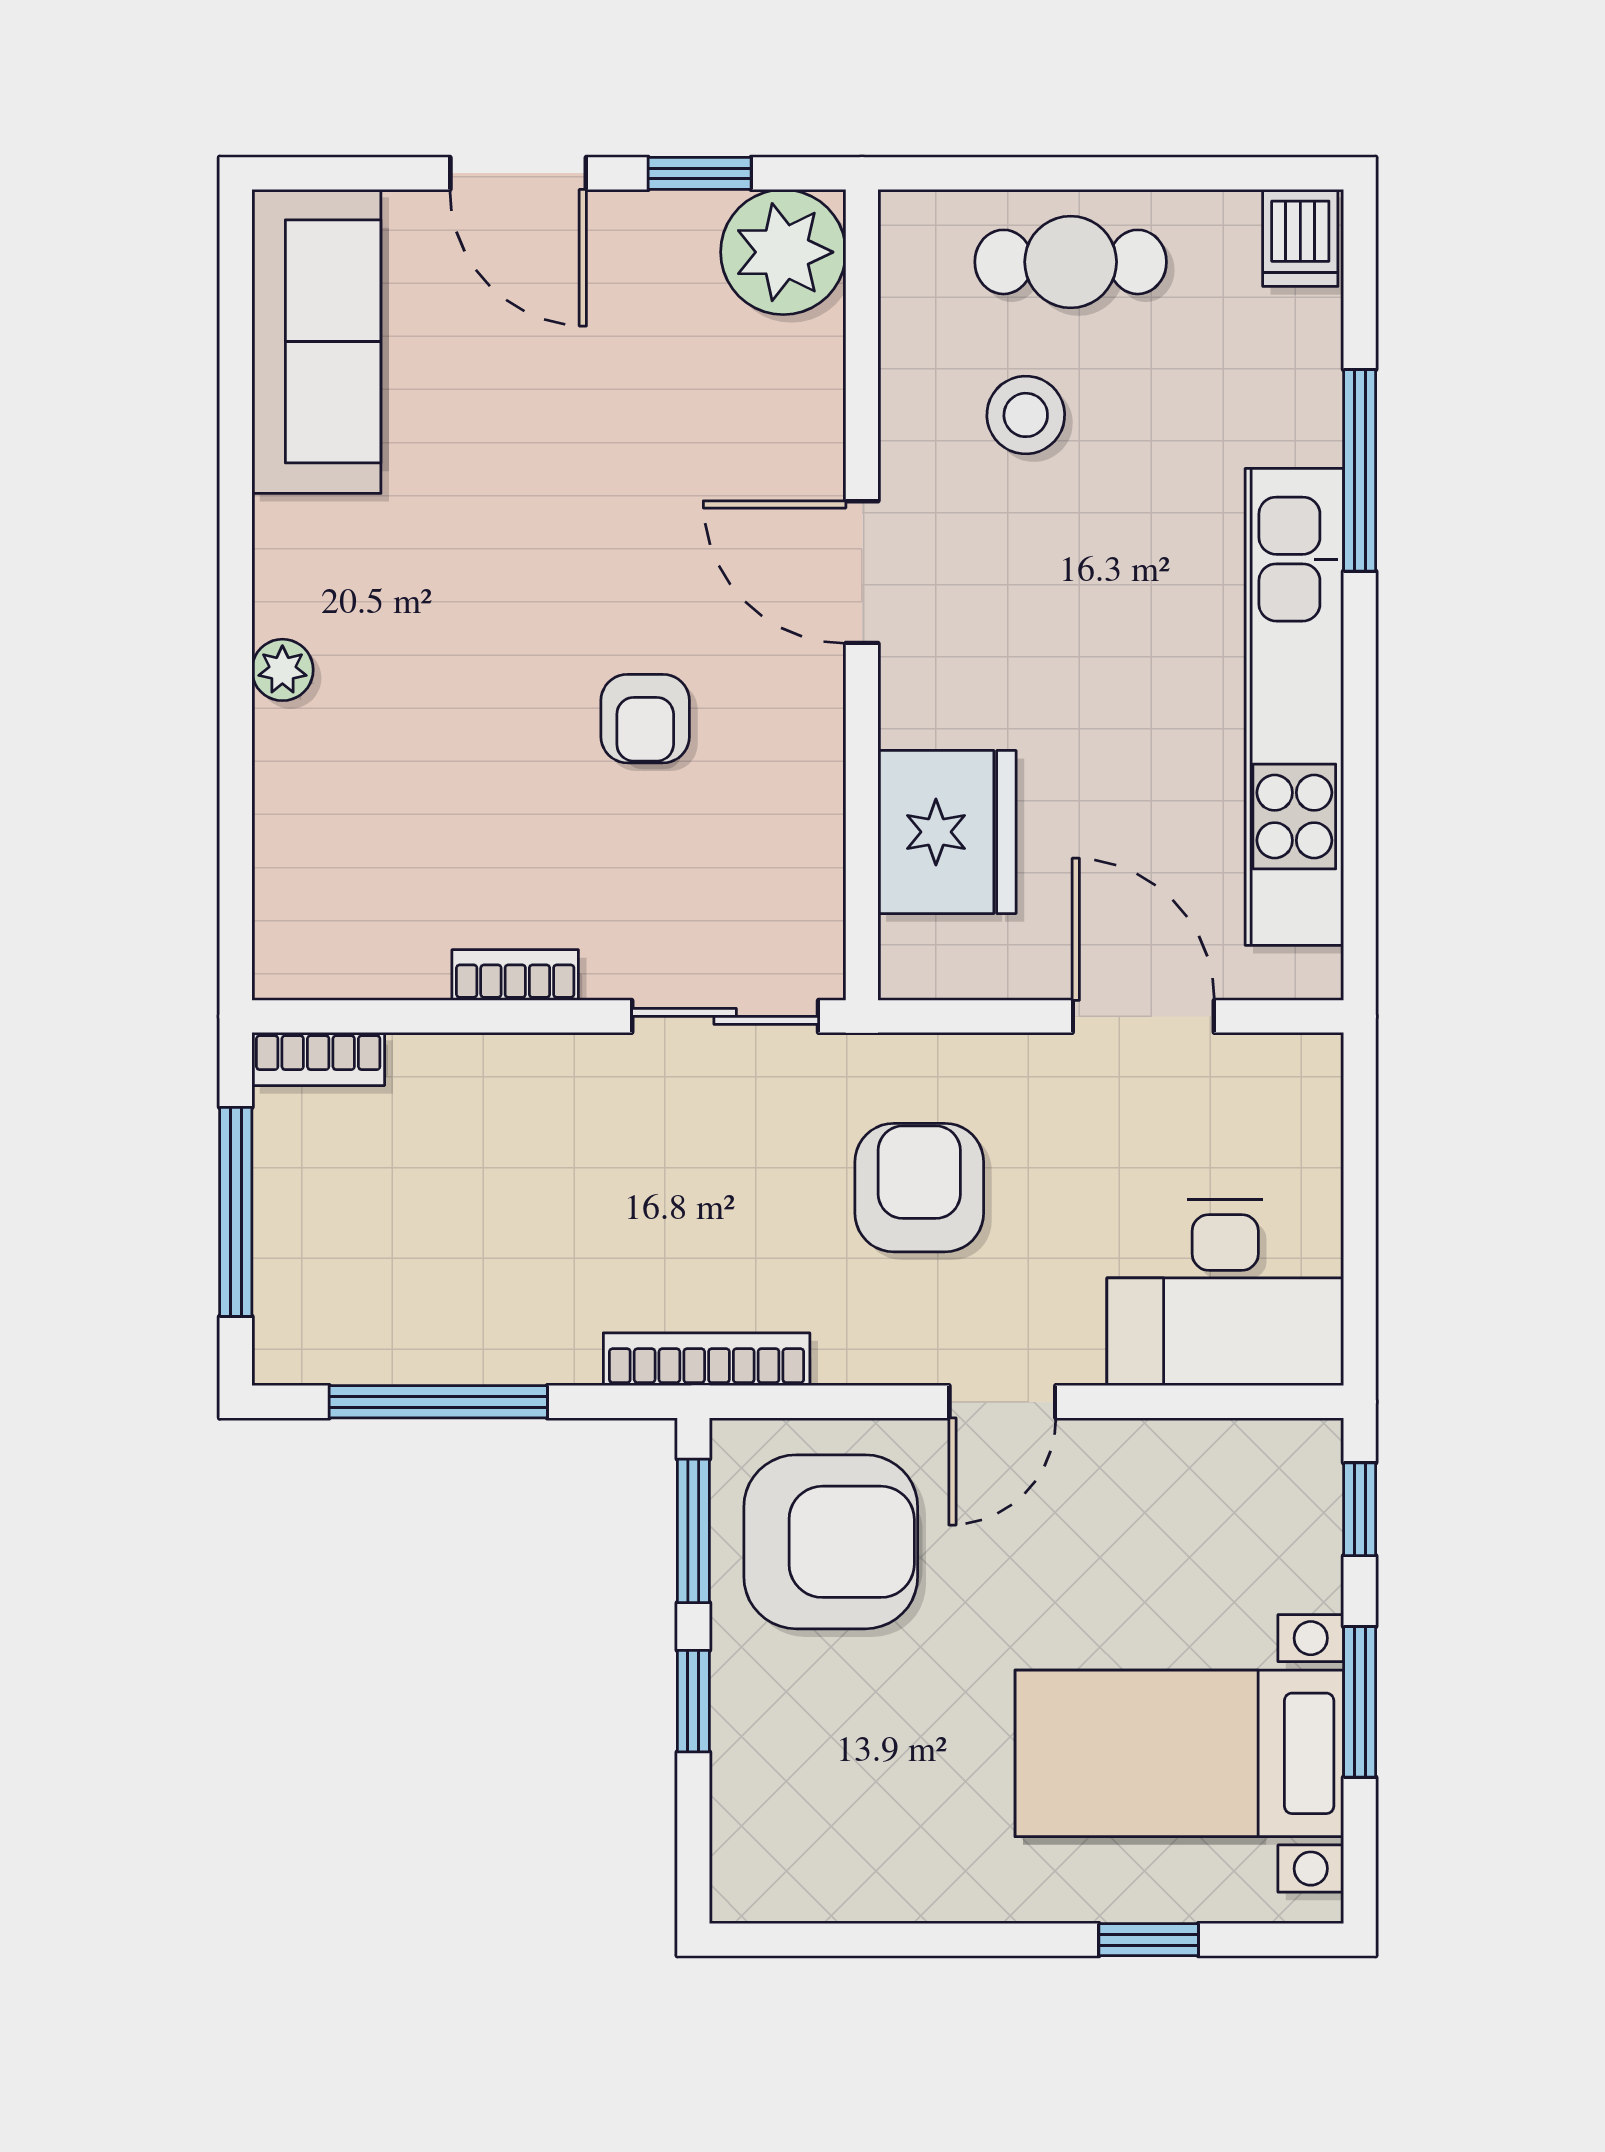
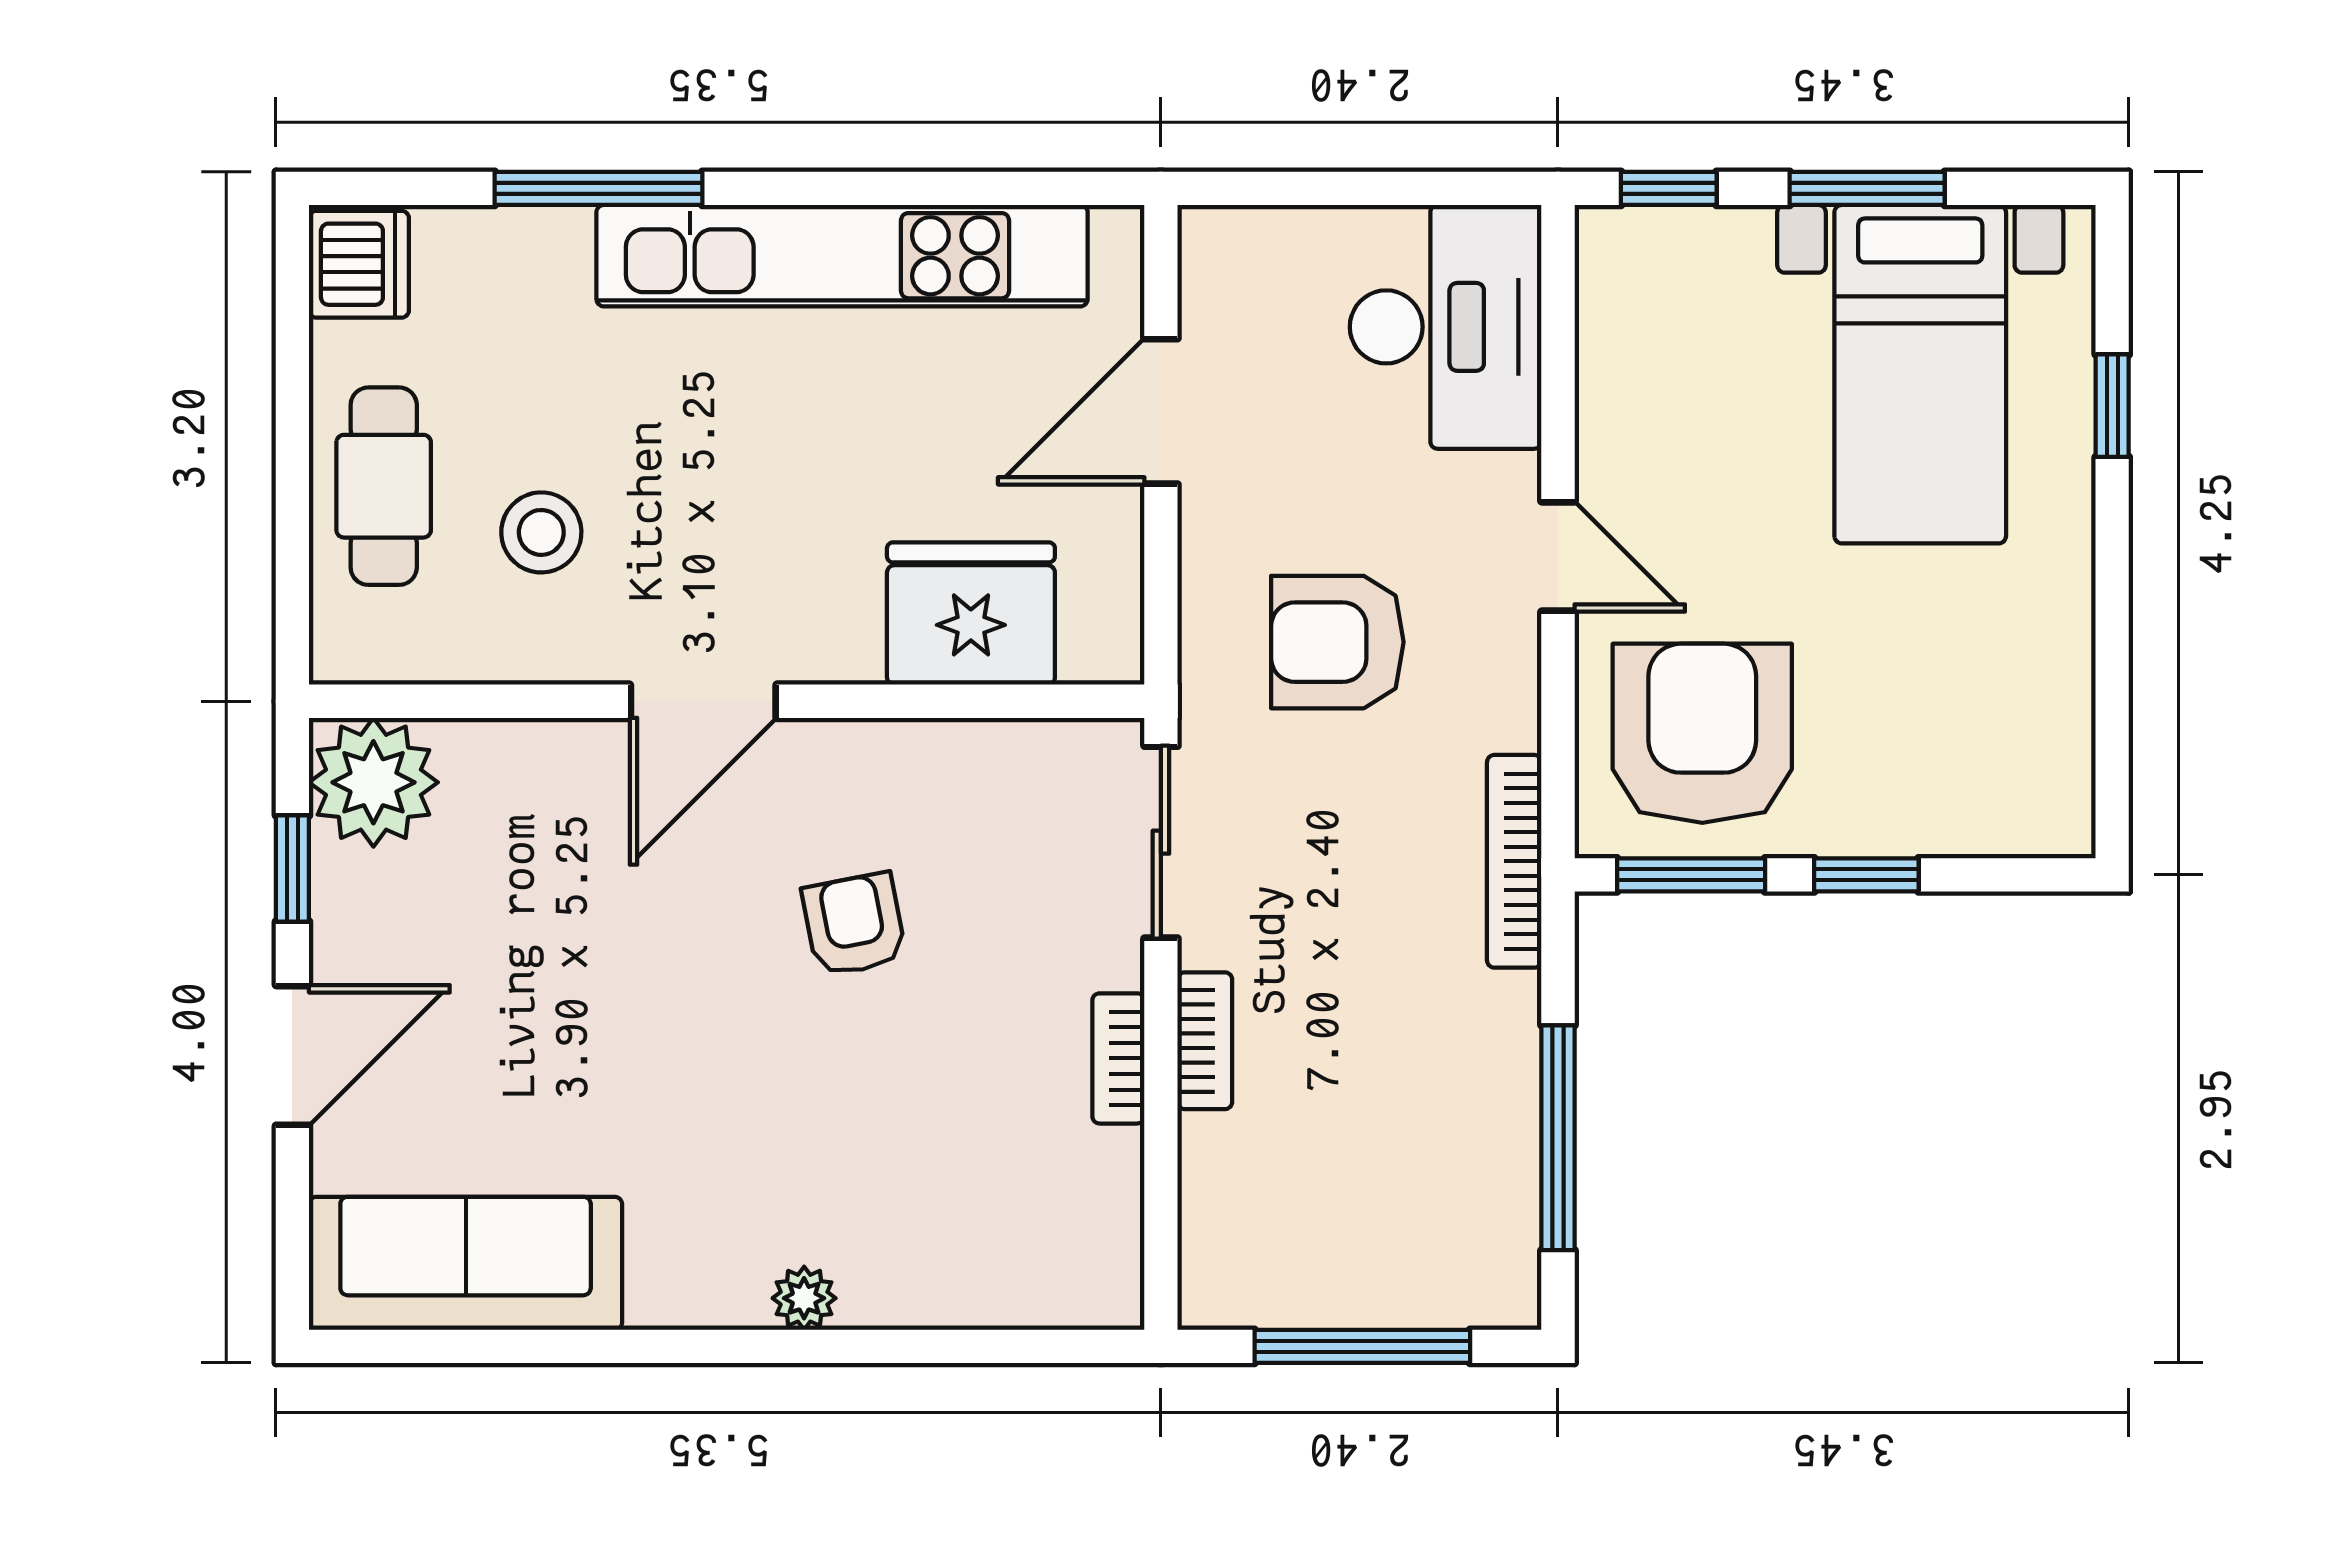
dishwasher: (1300, 238) -> (359, 264), width x1.38
armchair: (645, 719) -> (854, 925), turned -101
bookcase: (318, 1059) -> (1205, 1041), moved

